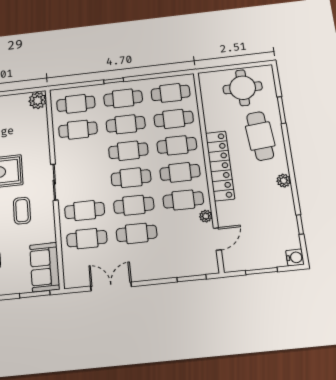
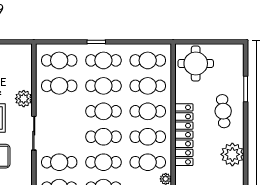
round table: (243, 88) -> (196, 63), moved
plant: (38, 100) -> (24, 99), moved
cafe table: (260, 136) -> (223, 111), width x0.73, depth x0.74
plant: (284, 181) -> (232, 154), width x1.88, depth x1.88

